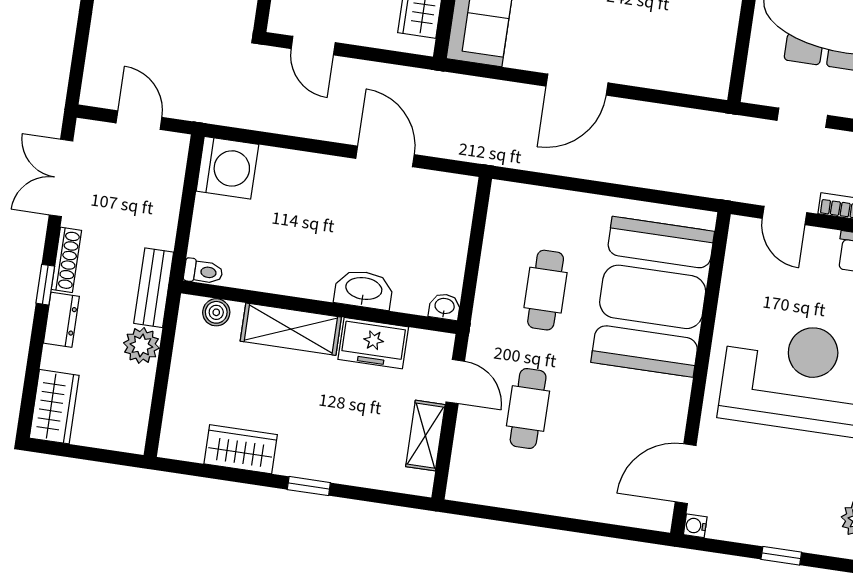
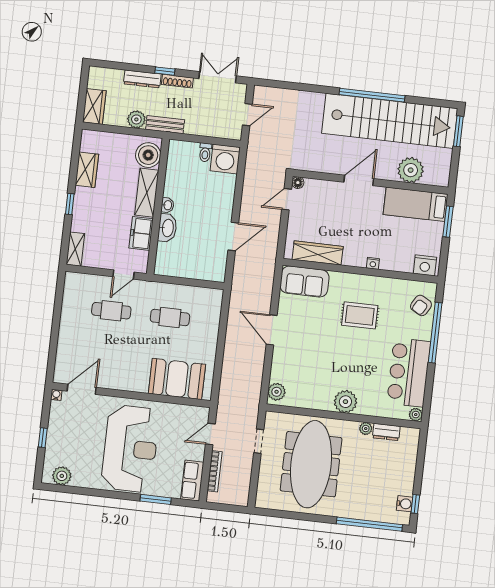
floor lamp: (280, 22) -> (298, 183), added
plant: (703, 78) -> (277, 392), added
toilet: (203, 272) -> (205, 152), moved
booth: (653, 297) -> (177, 379), width x0.73, depth x0.70
washbasin: (444, 307) -> (167, 205), moved
boiler: (216, 312) -> (148, 155), width x1.86, depth x1.86
dresser: (61, 320) -> (142, 79), width x1.44
wardrobe: (54, 407) -> (94, 106), moved, turned -90
shelving: (425, 436) -> (75, 249), moved, turned 90
door: (686, 474) -> (82, 389), hinge flipped

